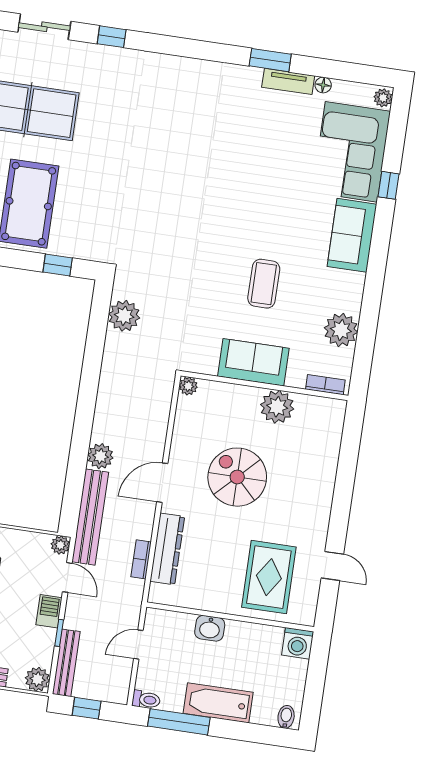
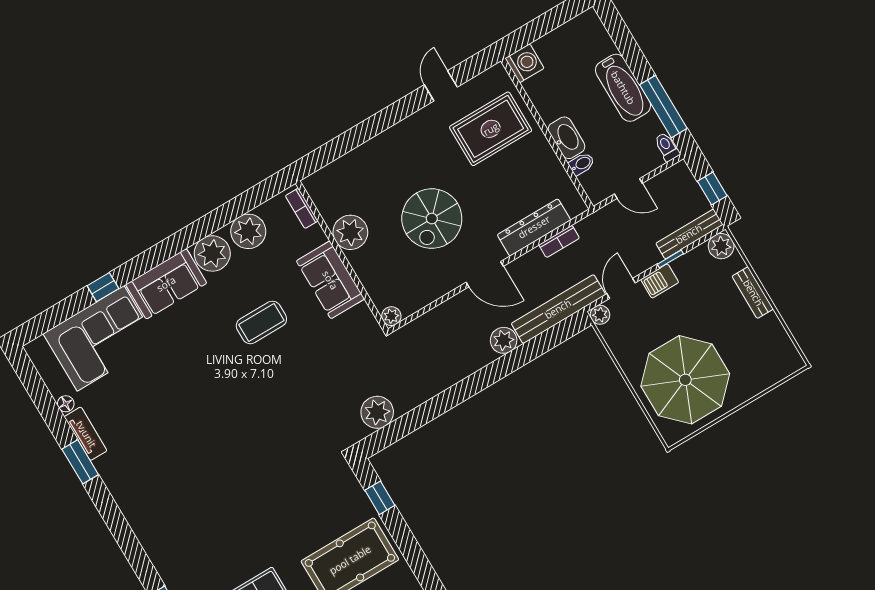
plant: (383, 98) -> (212, 253), moved, width x1.87, depth x1.87
washbasin: (210, 628) -> (567, 138), width x1.38
bidet: (286, 717) -> (582, 164), moved, turned 180

